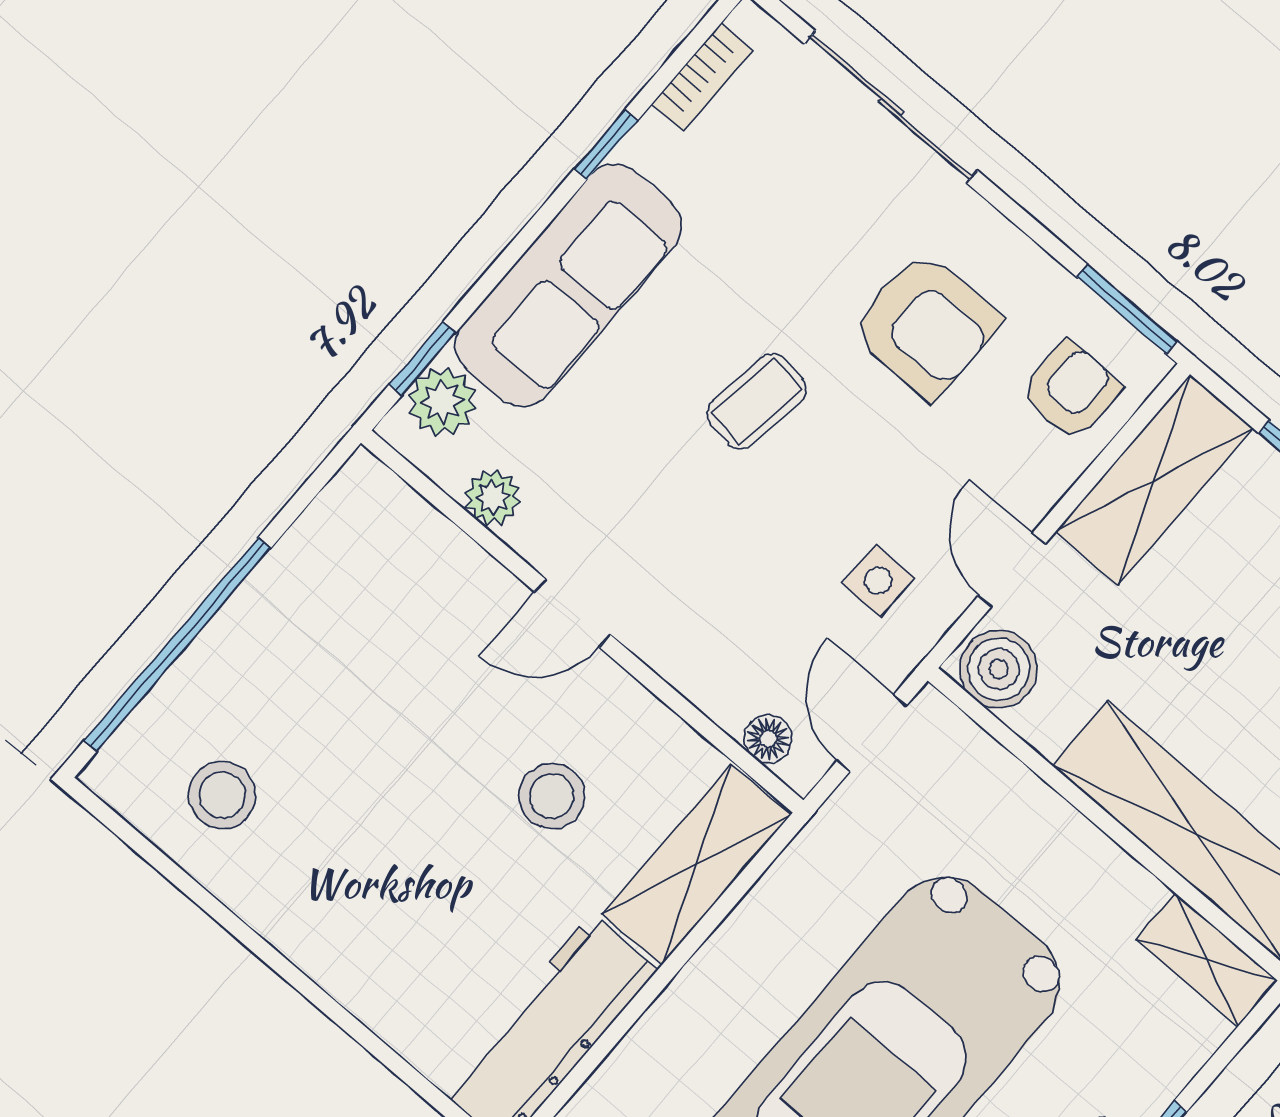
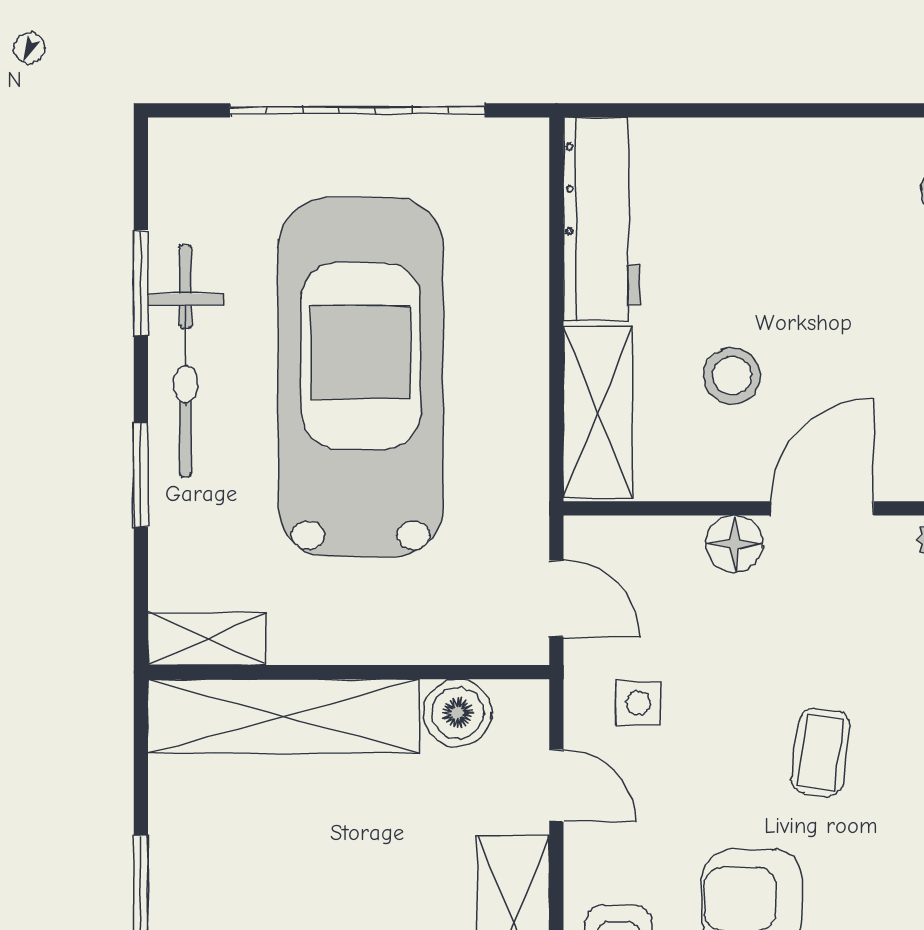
door: (572, 613) -> (822, 508), width x1.38
boiler: (999, 669) -> (458, 713), moved
floor lamp: (768, 739) -> (734, 544), moved, width x1.37, depth x1.37

